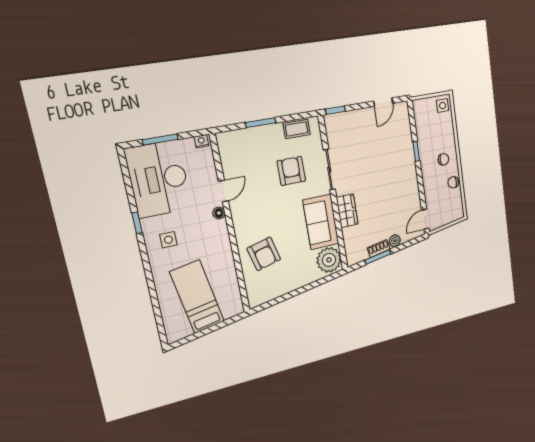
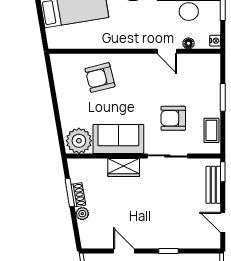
bench: (350, 118) -> (213, 185), added
armchair: (291, 171) -> (173, 118), turned 180
floor lamp: (219, 213) -> (188, 43), moved
door: (425, 219) -> (124, 251), moved

